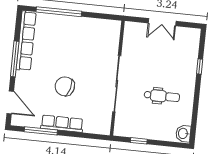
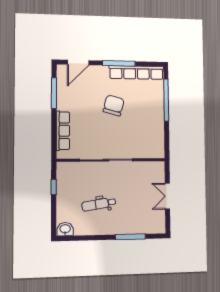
window: (200, 67) -> (130, 237), width x2.17
chair: (65, 86) -> (114, 105), moved
dental chair: (162, 96) -> (99, 204), turned 81
row of seats: (62, 124) -> (63, 131), moved

